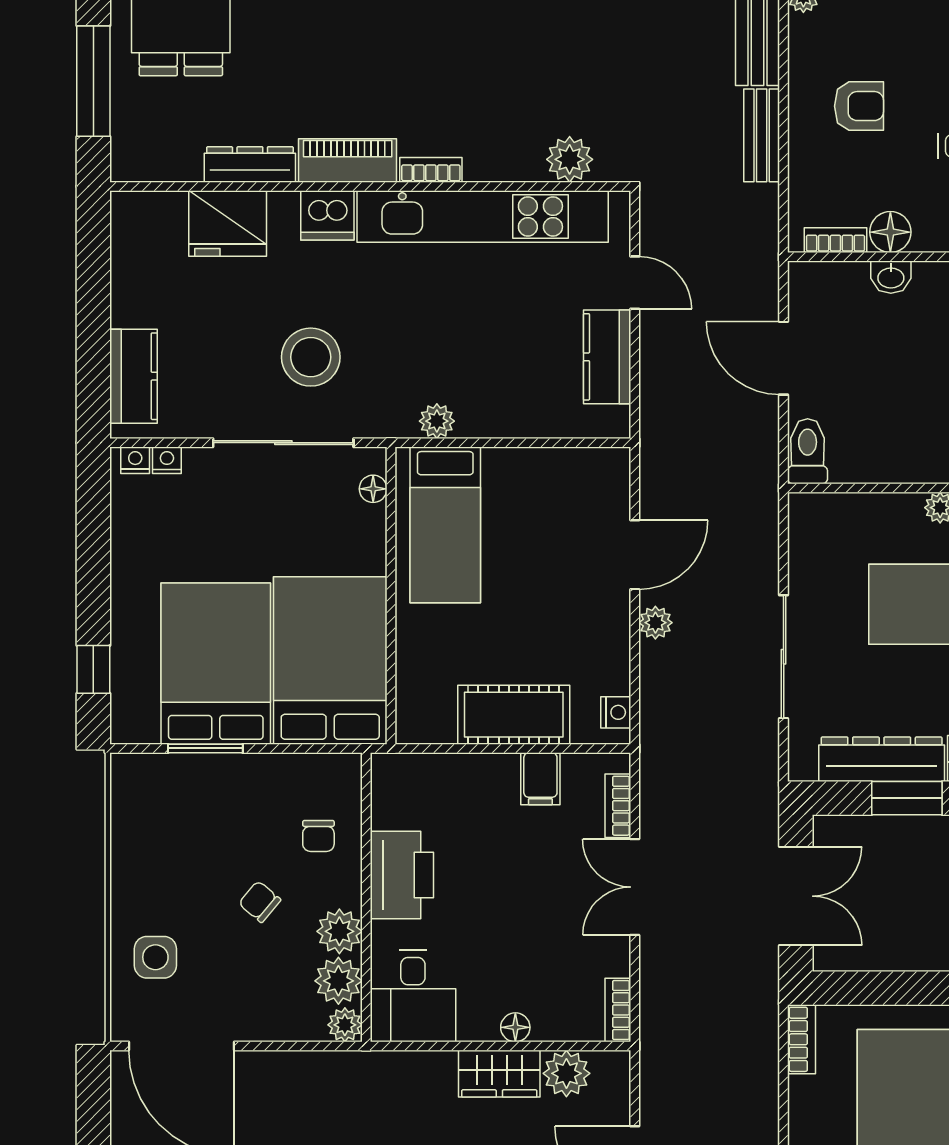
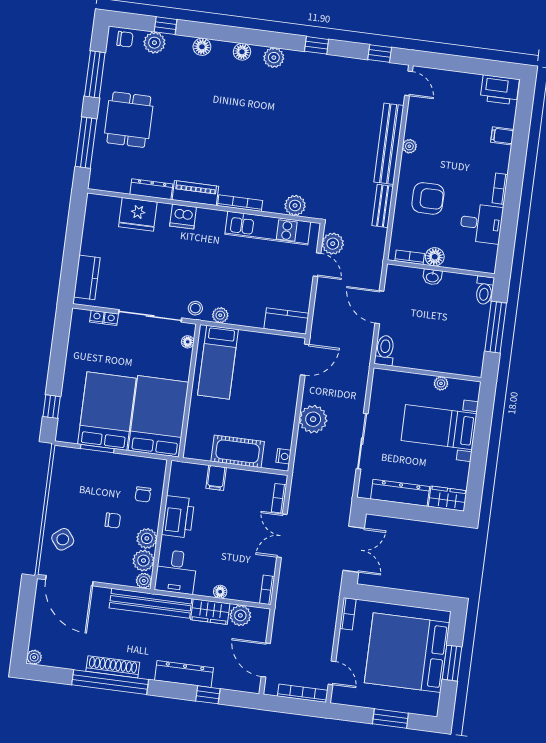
armchair: (859, 106) -> (428, 198), width x1.38, depth x1.38
bookcase: (431, 170) -> (240, 203), width x1.56
kitchen unit: (483, 216) -> (268, 228), width x0.73
plant: (663, 232) -> (333, 244), added
stool: (311, 357) -> (195, 308), moved, width x0.53, depth x0.53
kitchen counter: (607, 357) -> (286, 321), moved, turned 90
nightstand: (135, 460) -> (111, 319), moved
door: (635, 555) -> (305, 360), moved
plant: (655, 623) -> (313, 419), width x1.87, depth x1.87
filing cabinet: (540, 779) -> (216, 478), moved
window: (907, 798) -> (409, 512), removed
chair: (260, 902) -> (113, 520), turned 140
side table: (155, 957) -> (63, 539), turned -38
bench: (366, 1072) -> (151, 603), added

